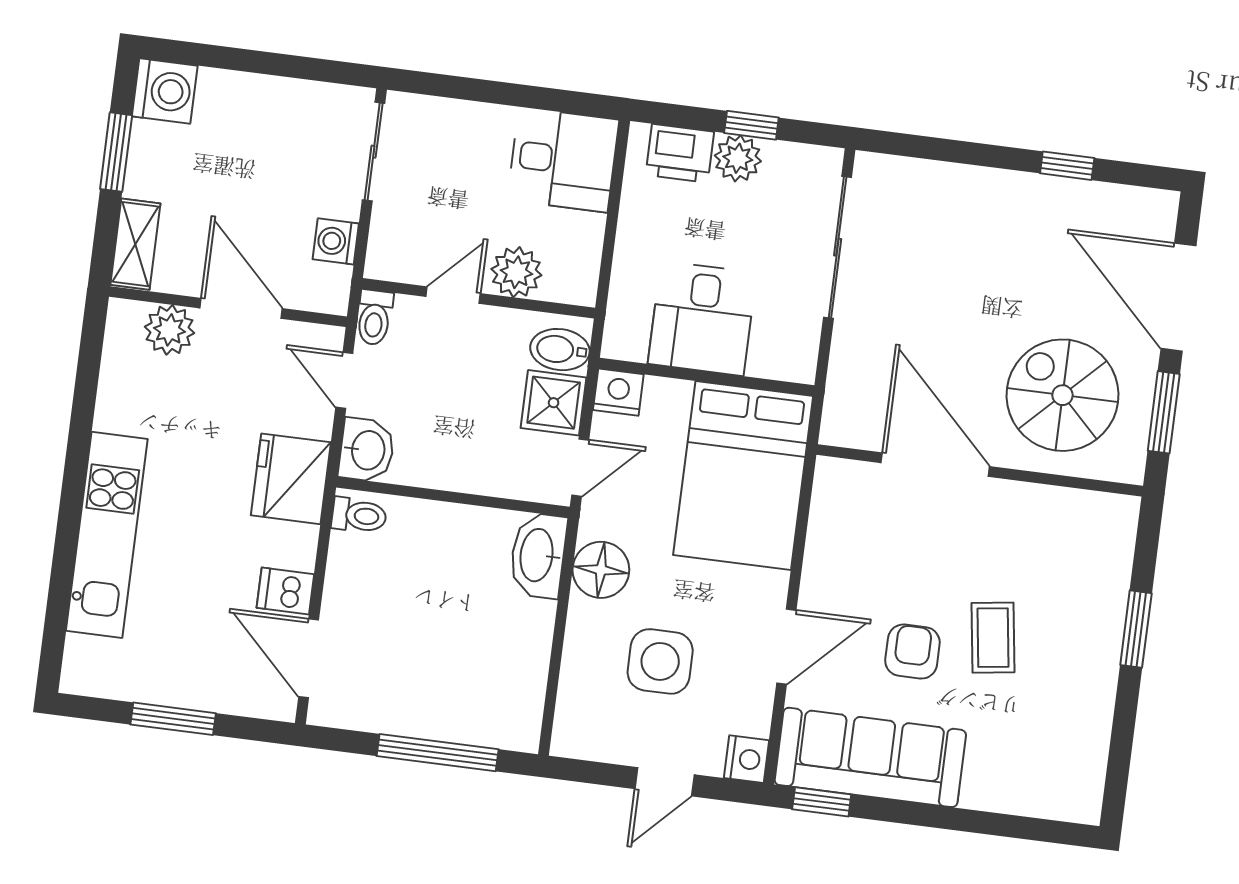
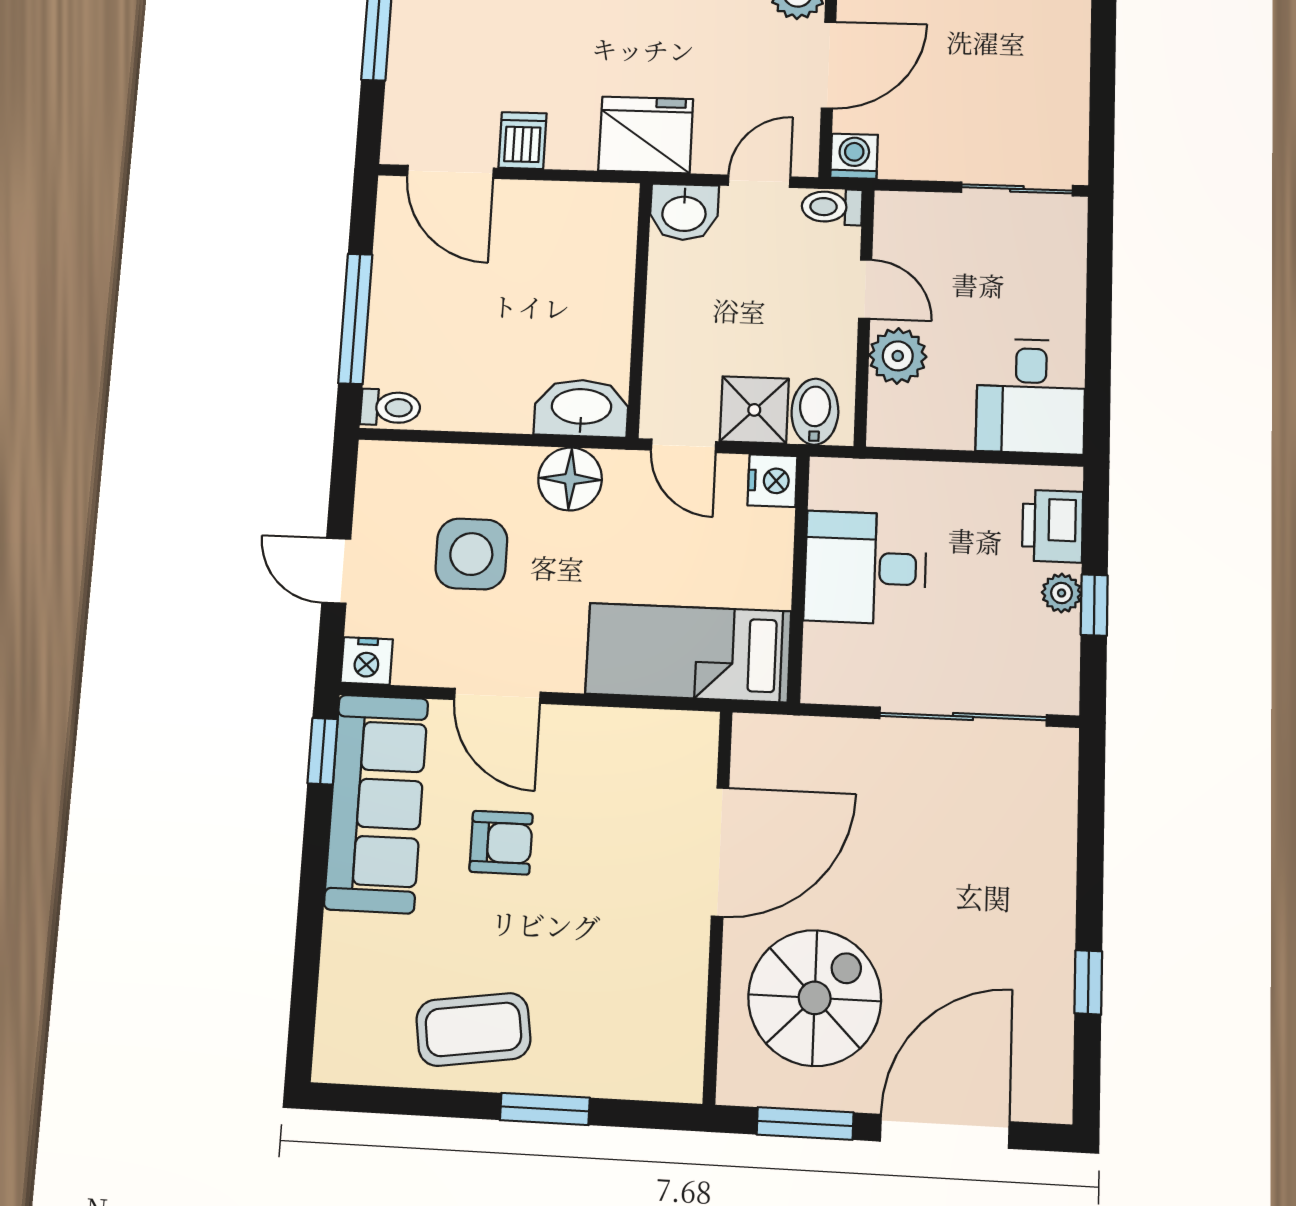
plant: (738, 158) -> (1062, 593), width x0.73, depth x0.73
washing machine: (336, 241) -> (854, 156), moved
bed: (743, 476) -> (688, 652), width x0.67
toilet: (359, 515) -> (390, 407), moved, turned -90
coffee table: (993, 638) -> (473, 1029), moved, width x1.36, depth x1.30
door: (309, 658) -> (451, 172), swing flipped

